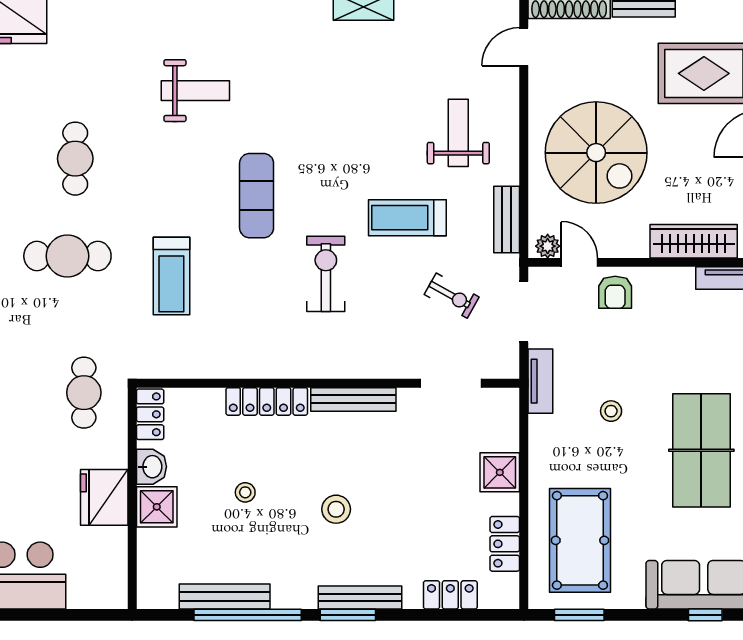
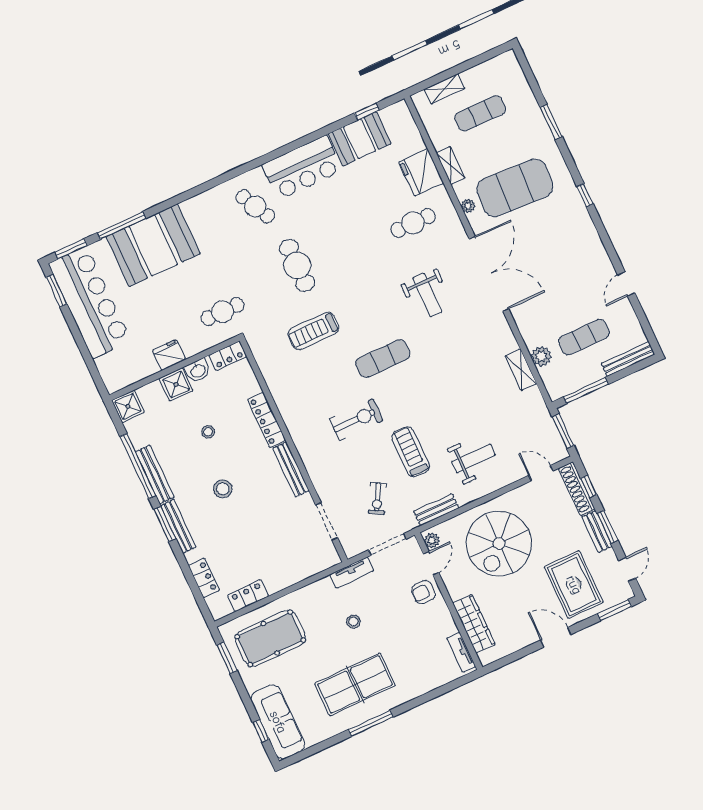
cafe table: (75, 159) -> (413, 223), moved
shower: (500, 472) -> (128, 406), moved
fridge: (104, 497) -> (169, 355), width x0.73, depth x0.75
bench: (225, 596) -> (155, 474), moved

